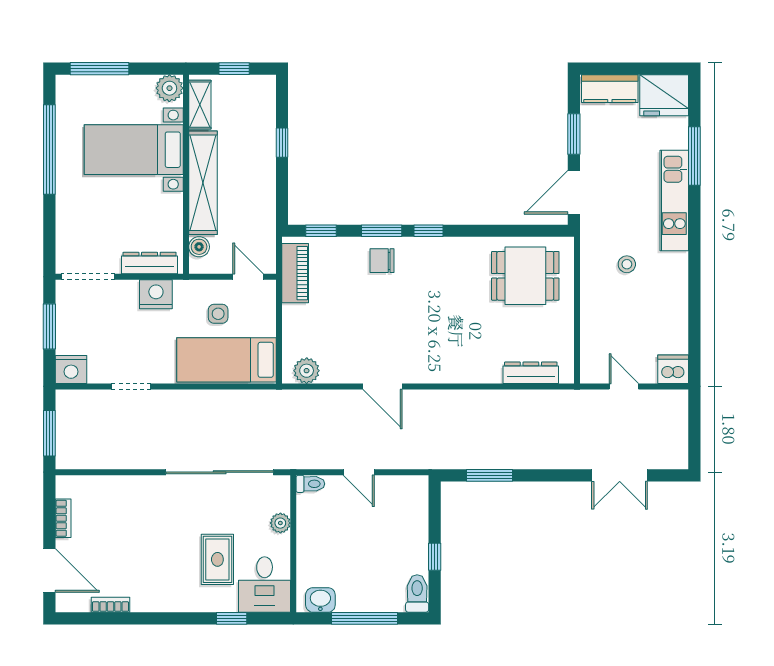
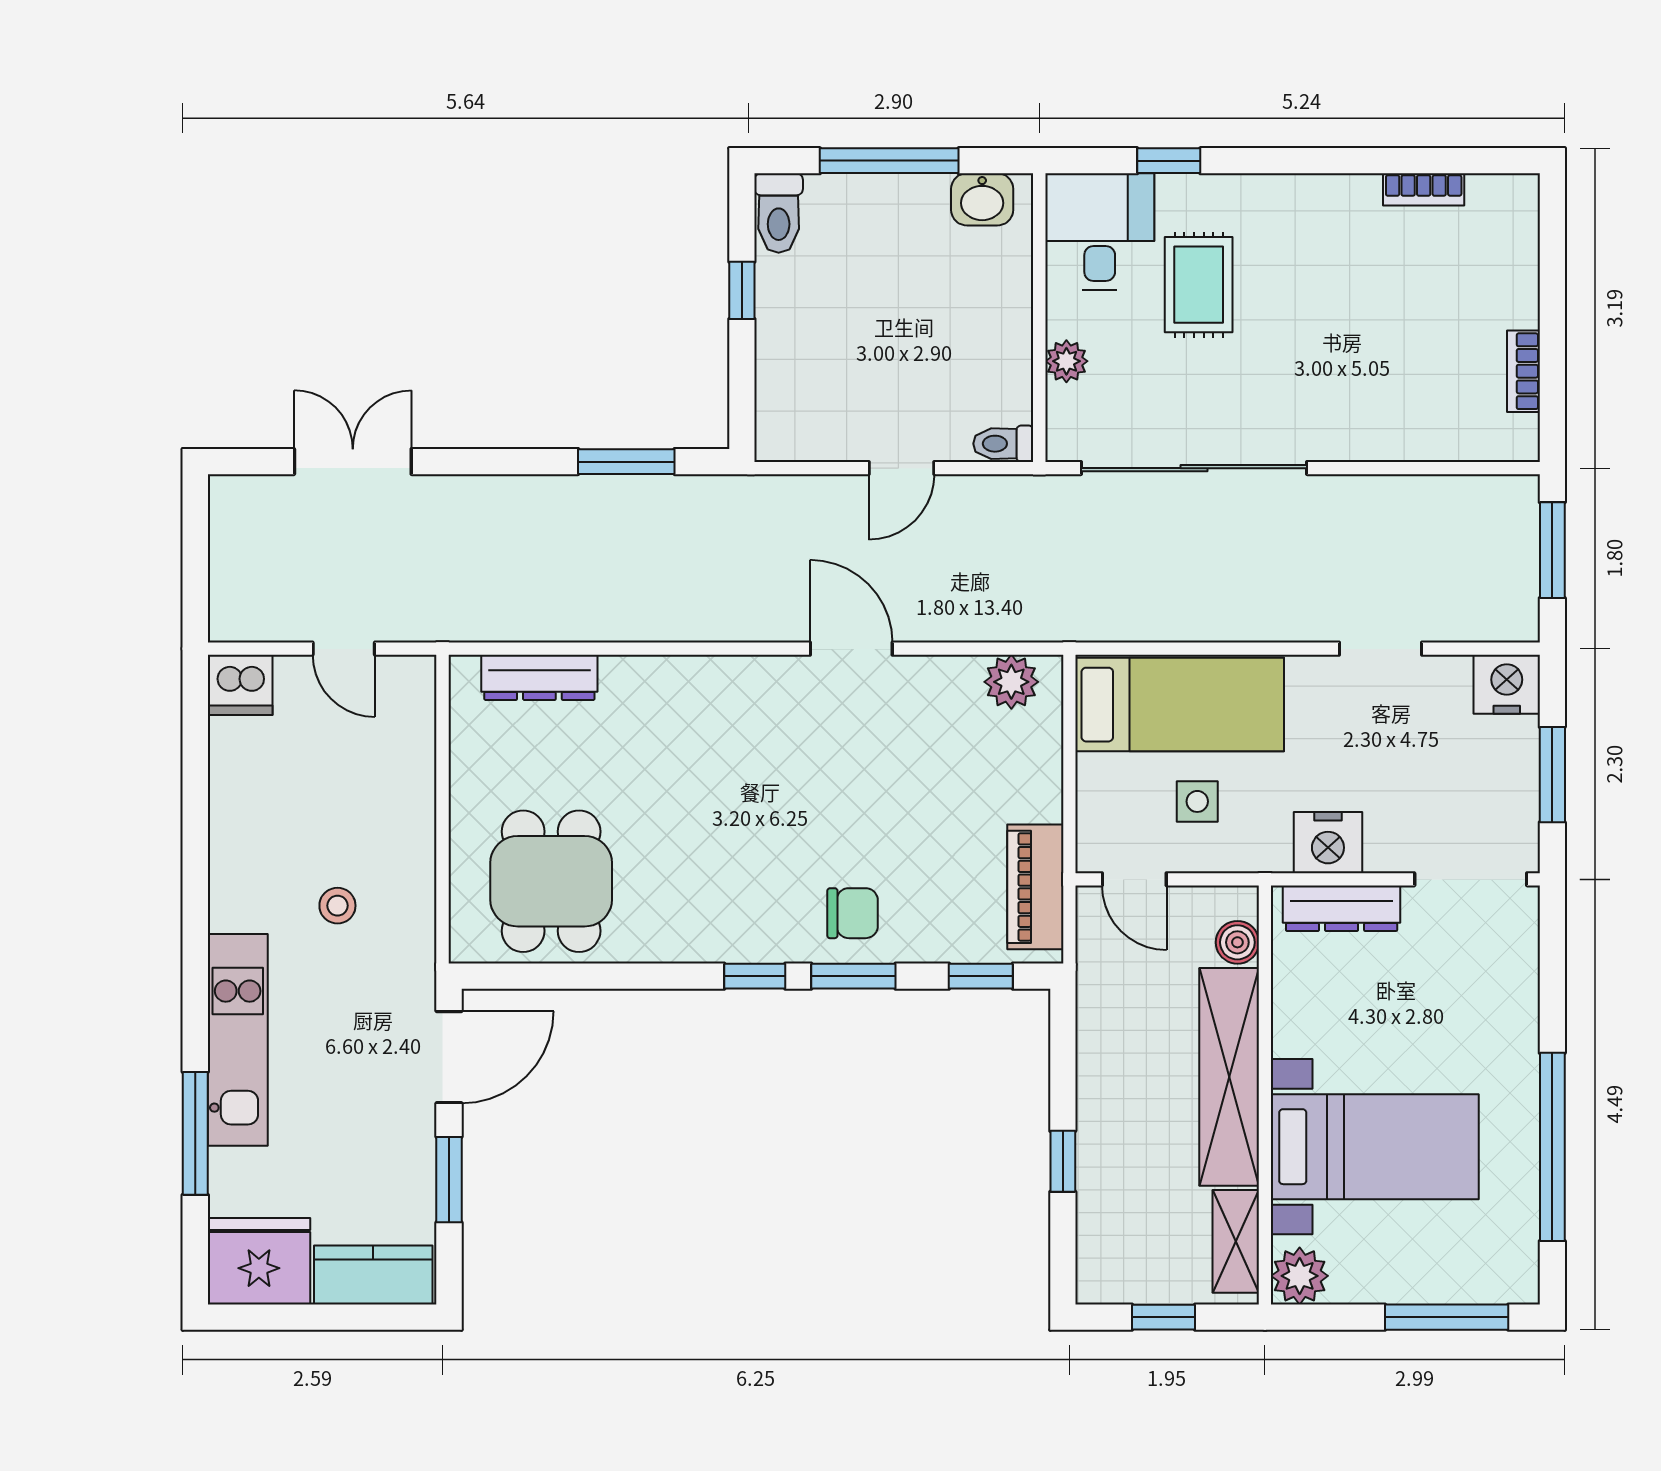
dining table: (525, 276) -> (551, 881), turned 90
door: (359, 472) -> (901, 468), swing flipped
door: (49, 570) -> (1552, 261), removed

